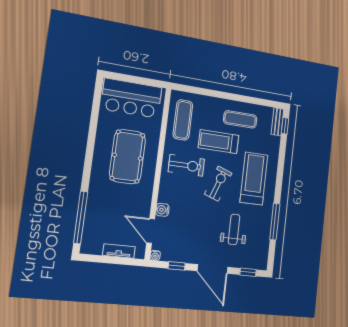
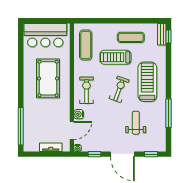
exercise bike: (186, 165) -> (86, 90), moved, turned -90
door: (151, 231) -> (72, 130), swing flipped

